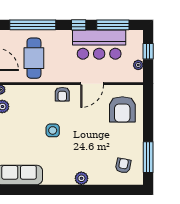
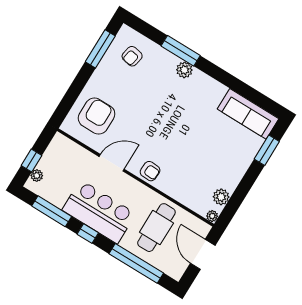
bar counter: (99, 45) -> (99, 212), moved
plant: (138, 65) -> (37, 176), moved
armchair: (62, 94) -> (150, 171), turned 93
side table: (53, 130) -> (184, 139), removed
window: (92, 190) -> (181, 51), added

